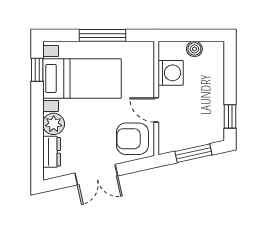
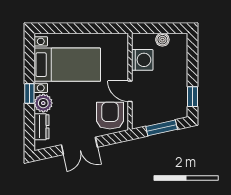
window: (103, 35) -> (85, 28), removed
window: (37, 70) -> (29, 94), moved
armchair: (132, 139) -> (110, 116), turned 90

